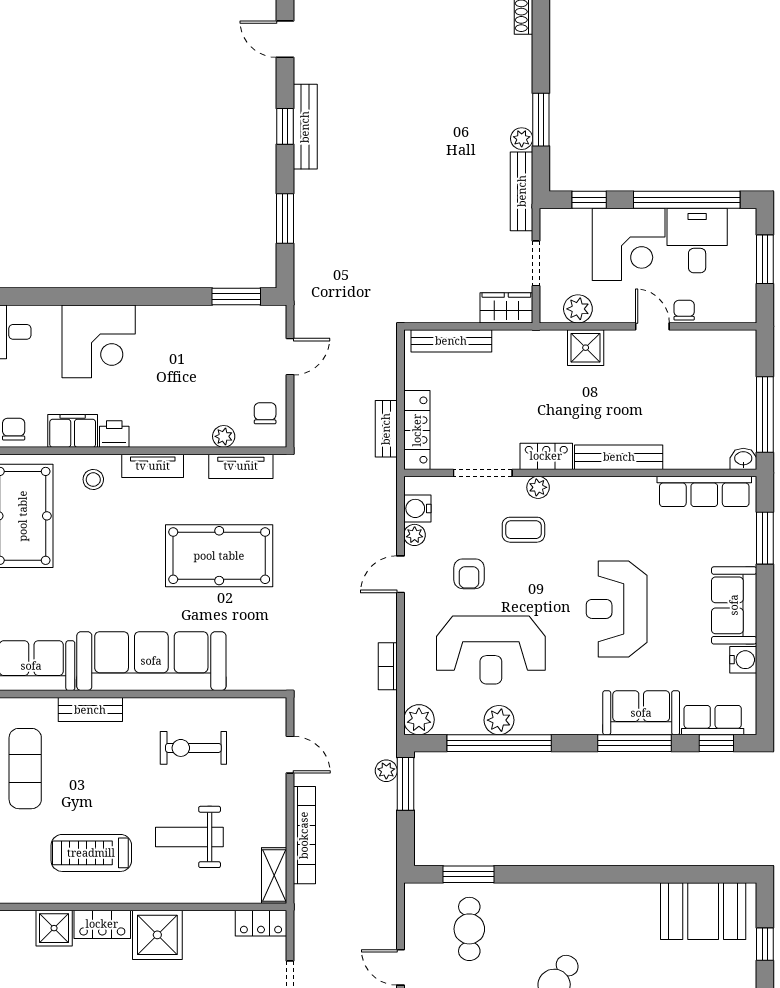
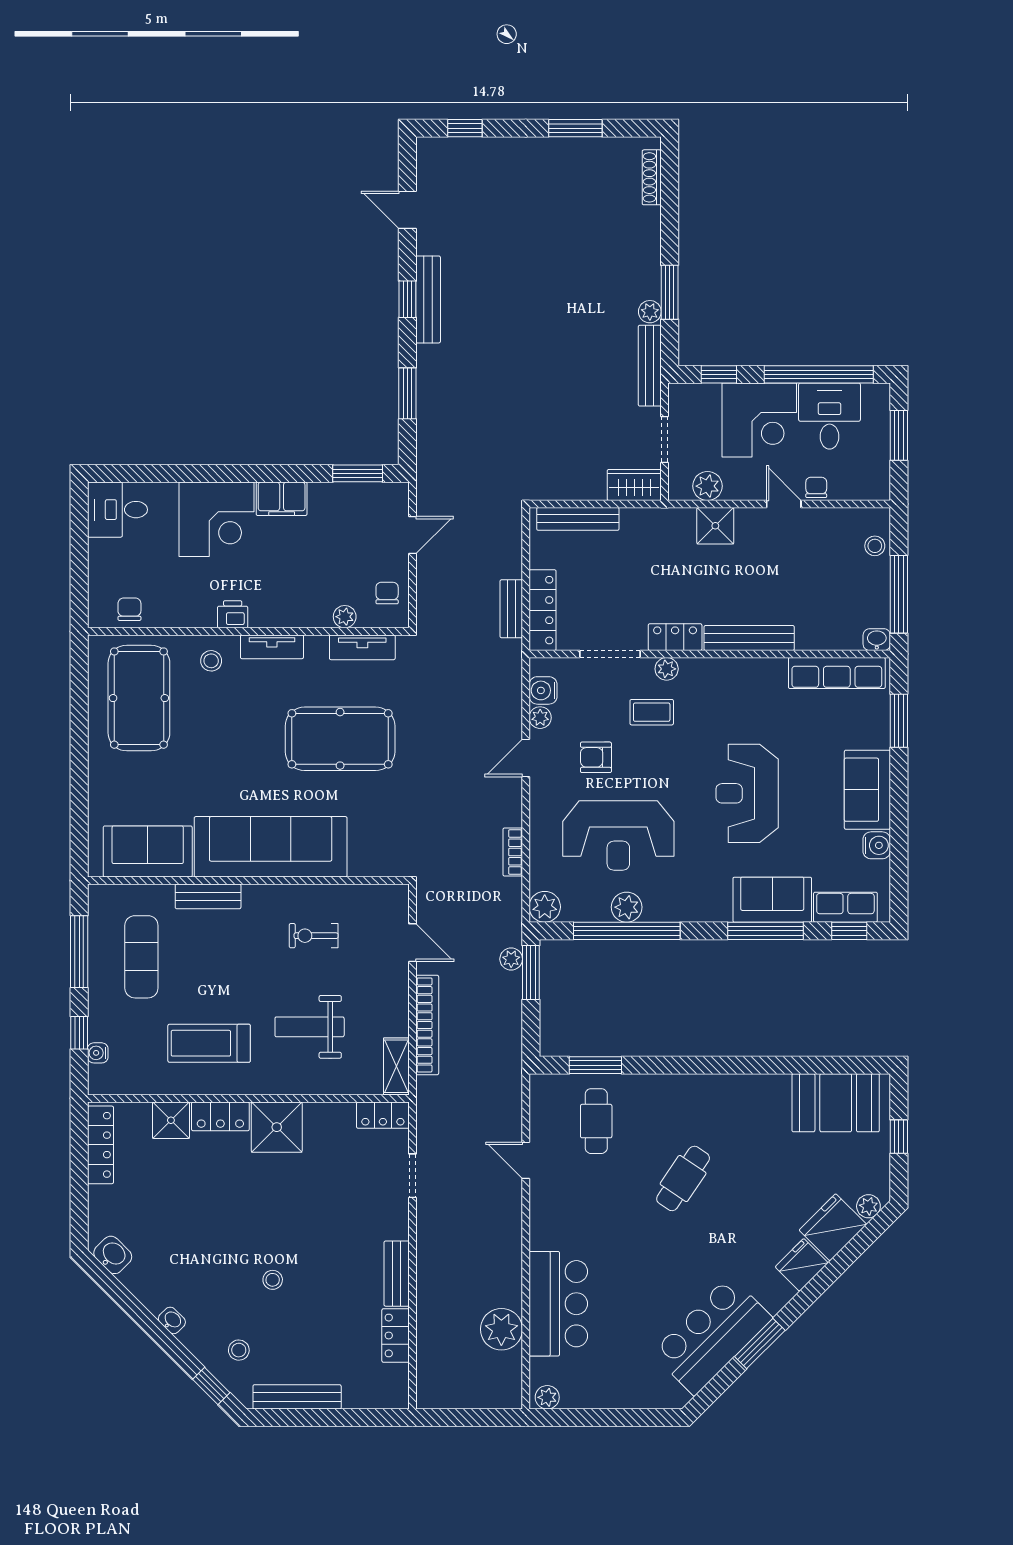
stool: (741, 367) -> (875, 546), added
filing cabinet: (73, 431) -> (282, 499), moved, turned 180
armchair: (469, 574) -> (596, 757), turned 90
exercise bike: (193, 748) -> (314, 936), width x0.73, depth x0.72

